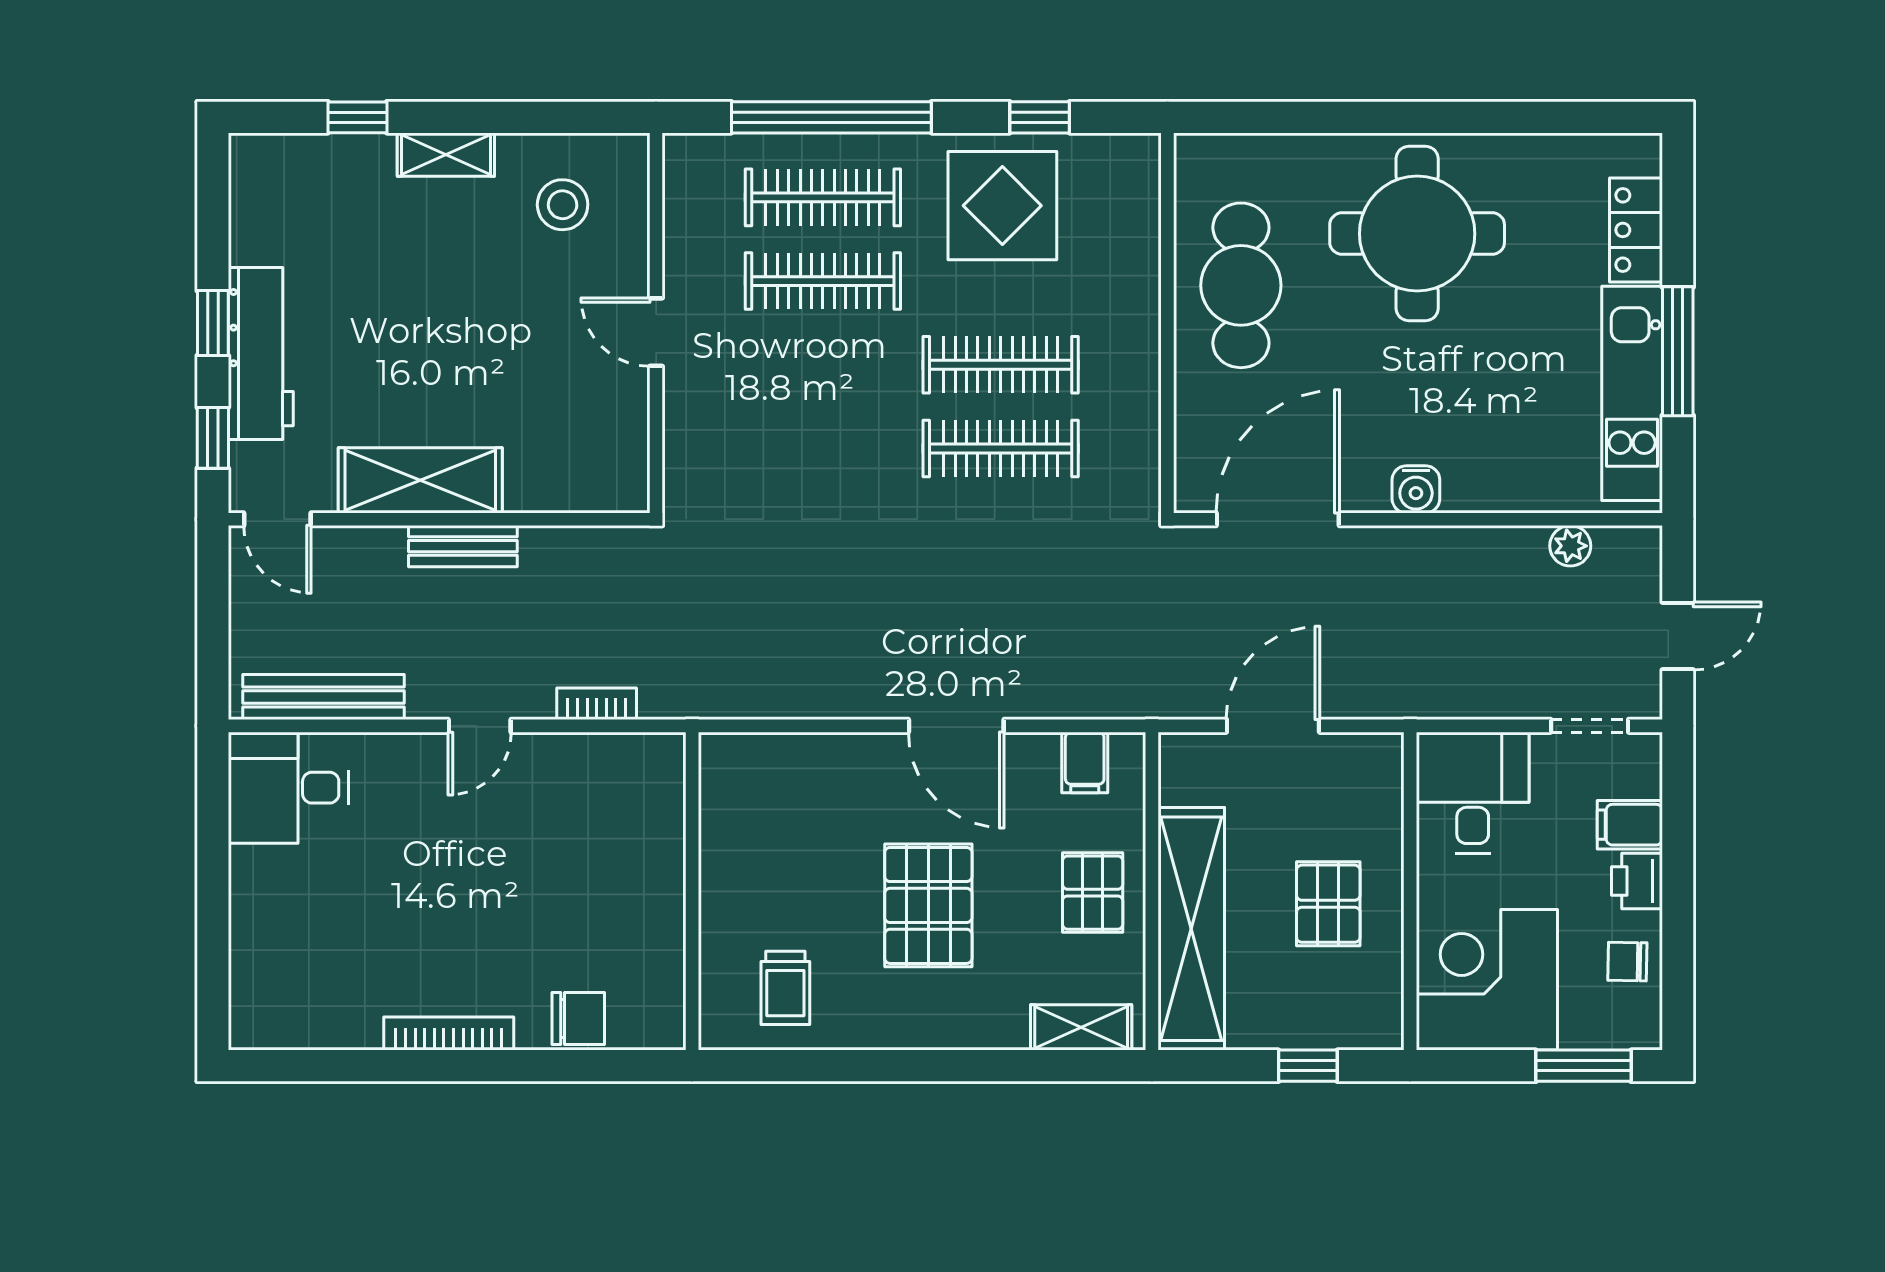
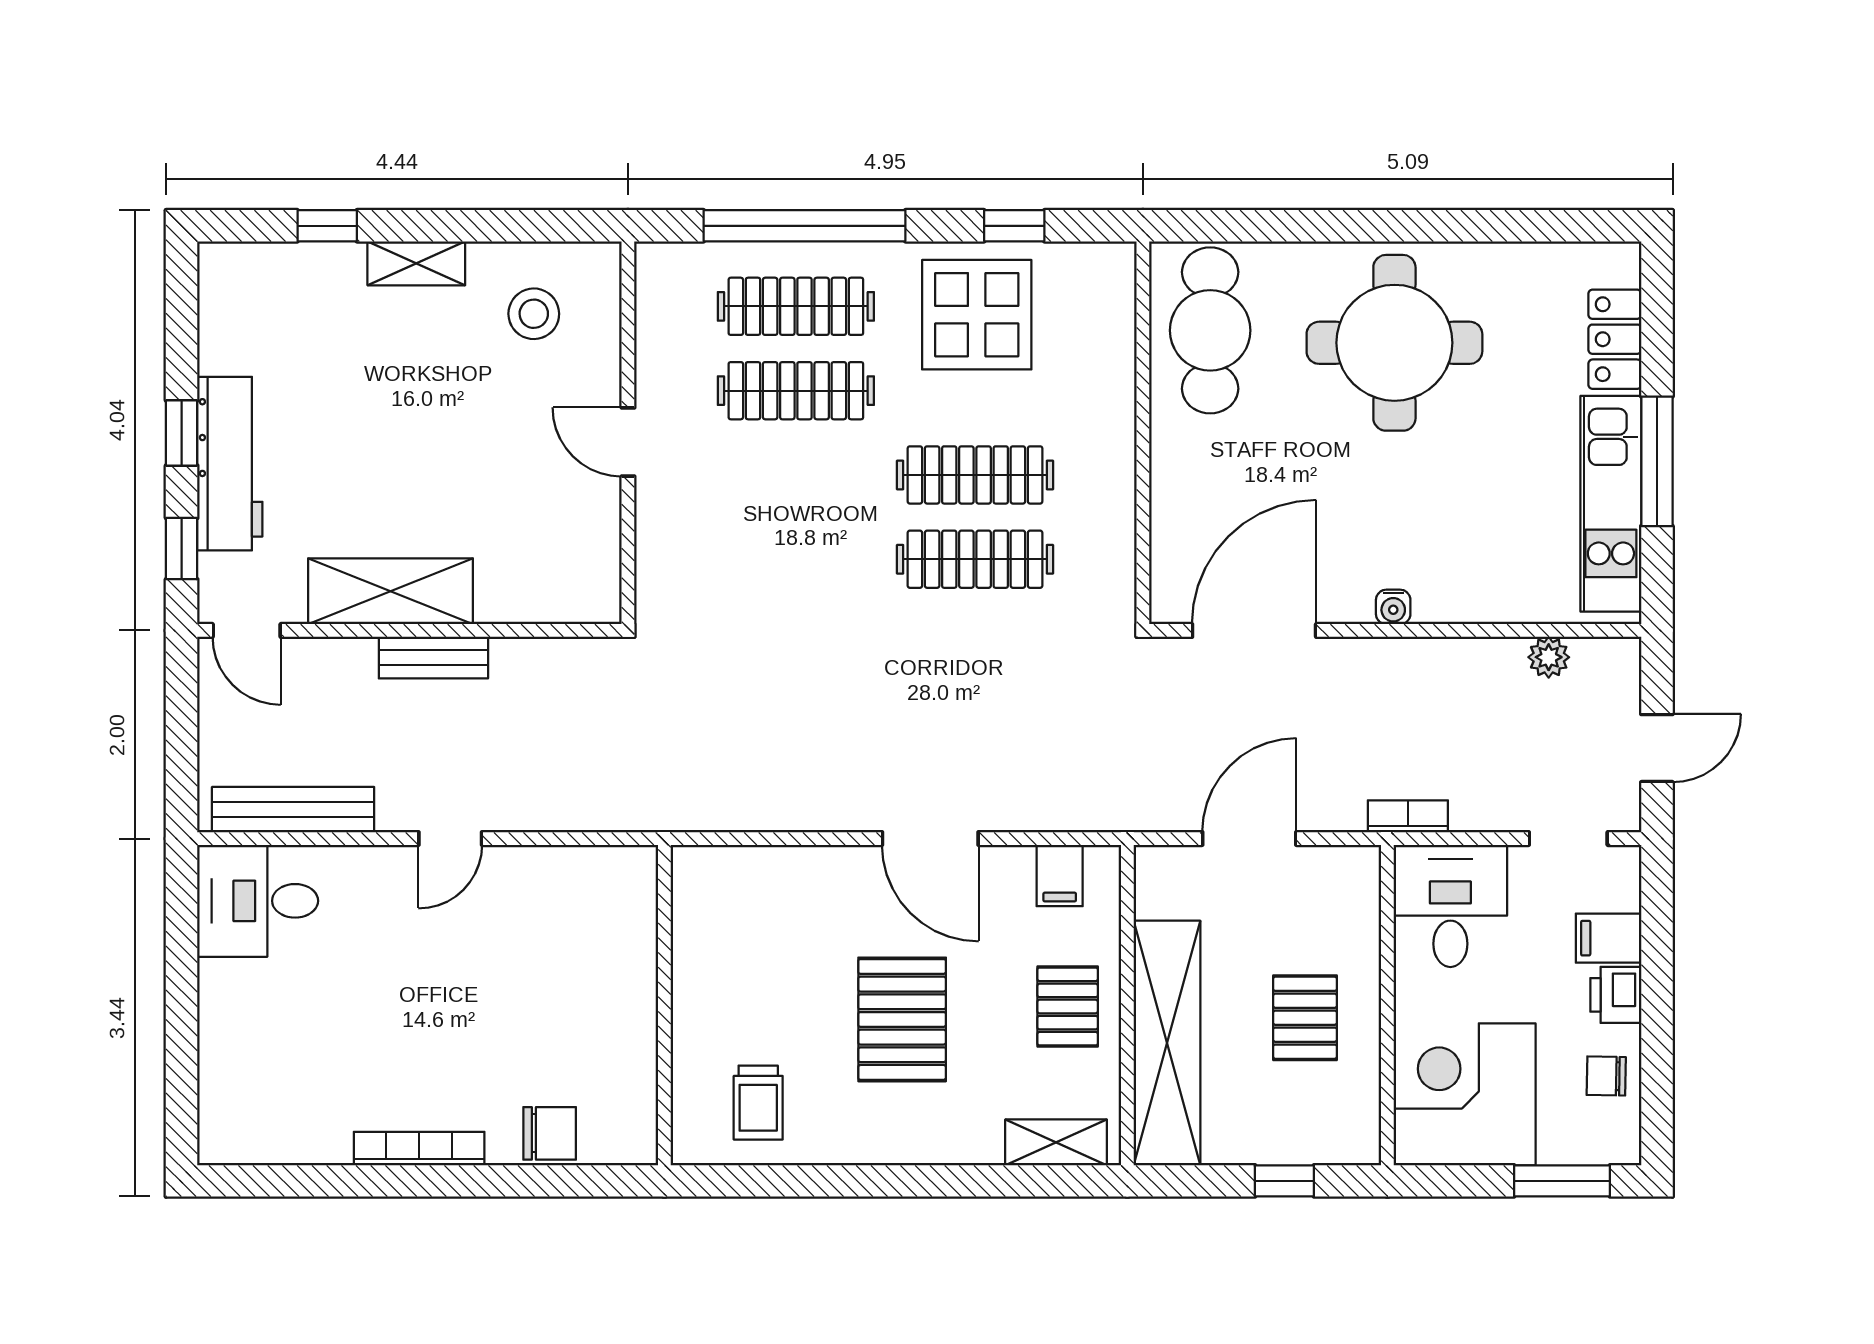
cafe table: (1241, 285) -> (1210, 330), moved
water cooler: (1416, 489) -> (1393, 607), width x0.72, depth x0.72
bookcase: (597, 704) -> (1408, 816), moved

